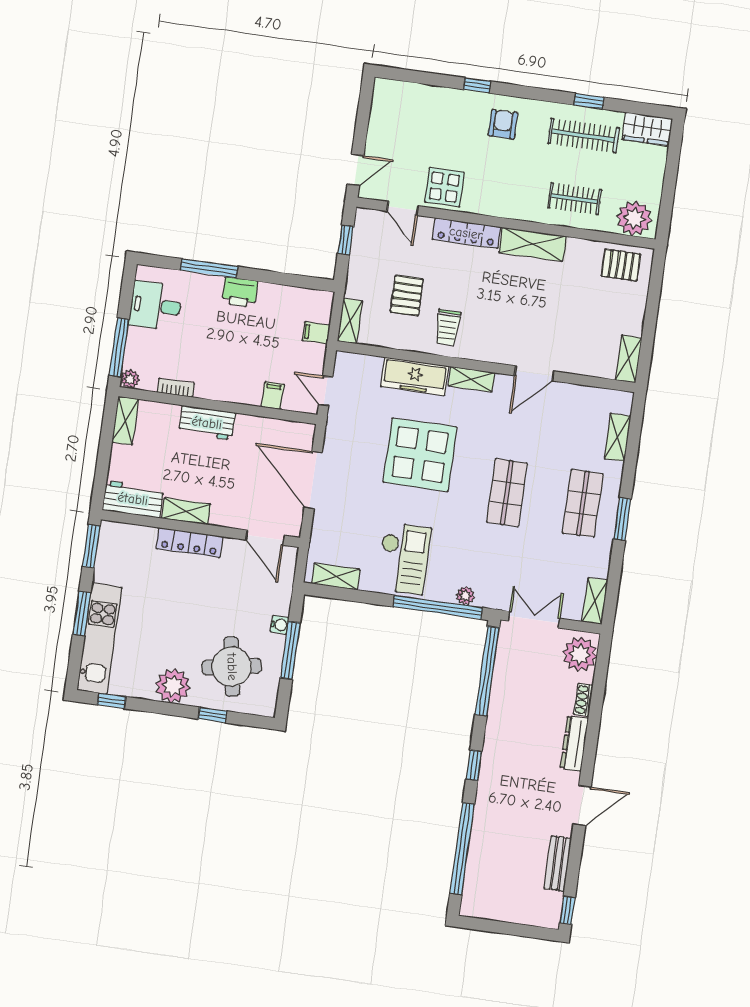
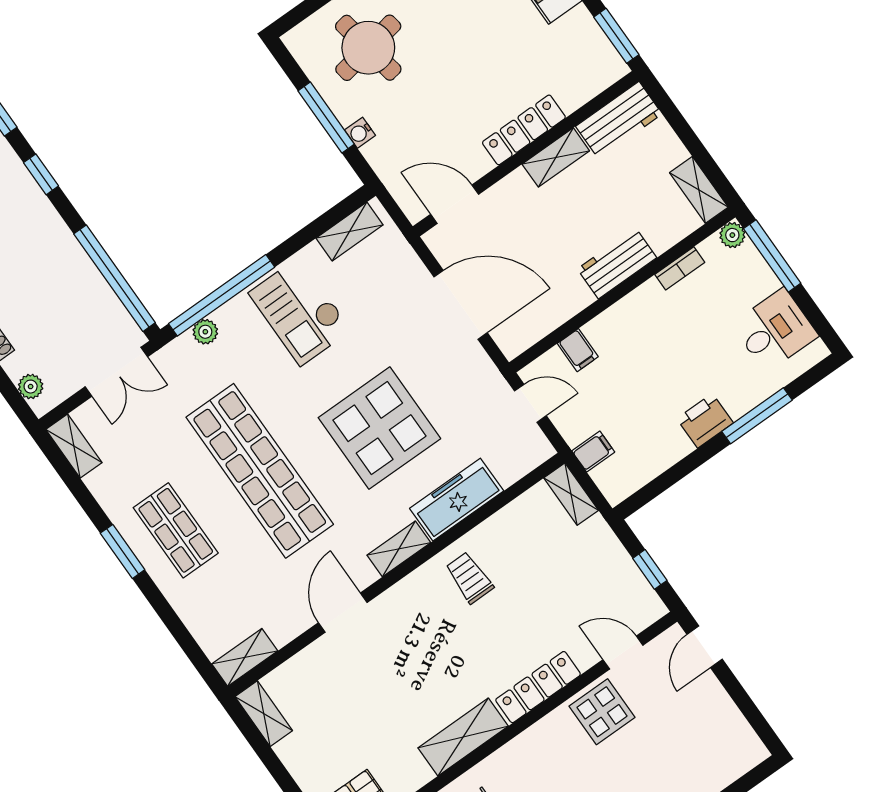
pallet: (407, 296) -> (539, 571), removed
shelving: (618, 437) -> (245, 657), moved, turned 90
shop shelf: (507, 493) -> (260, 471), width x2.00, depth x1.36
plant: (580, 654) -> (31, 387), width x0.53, depth x0.53

